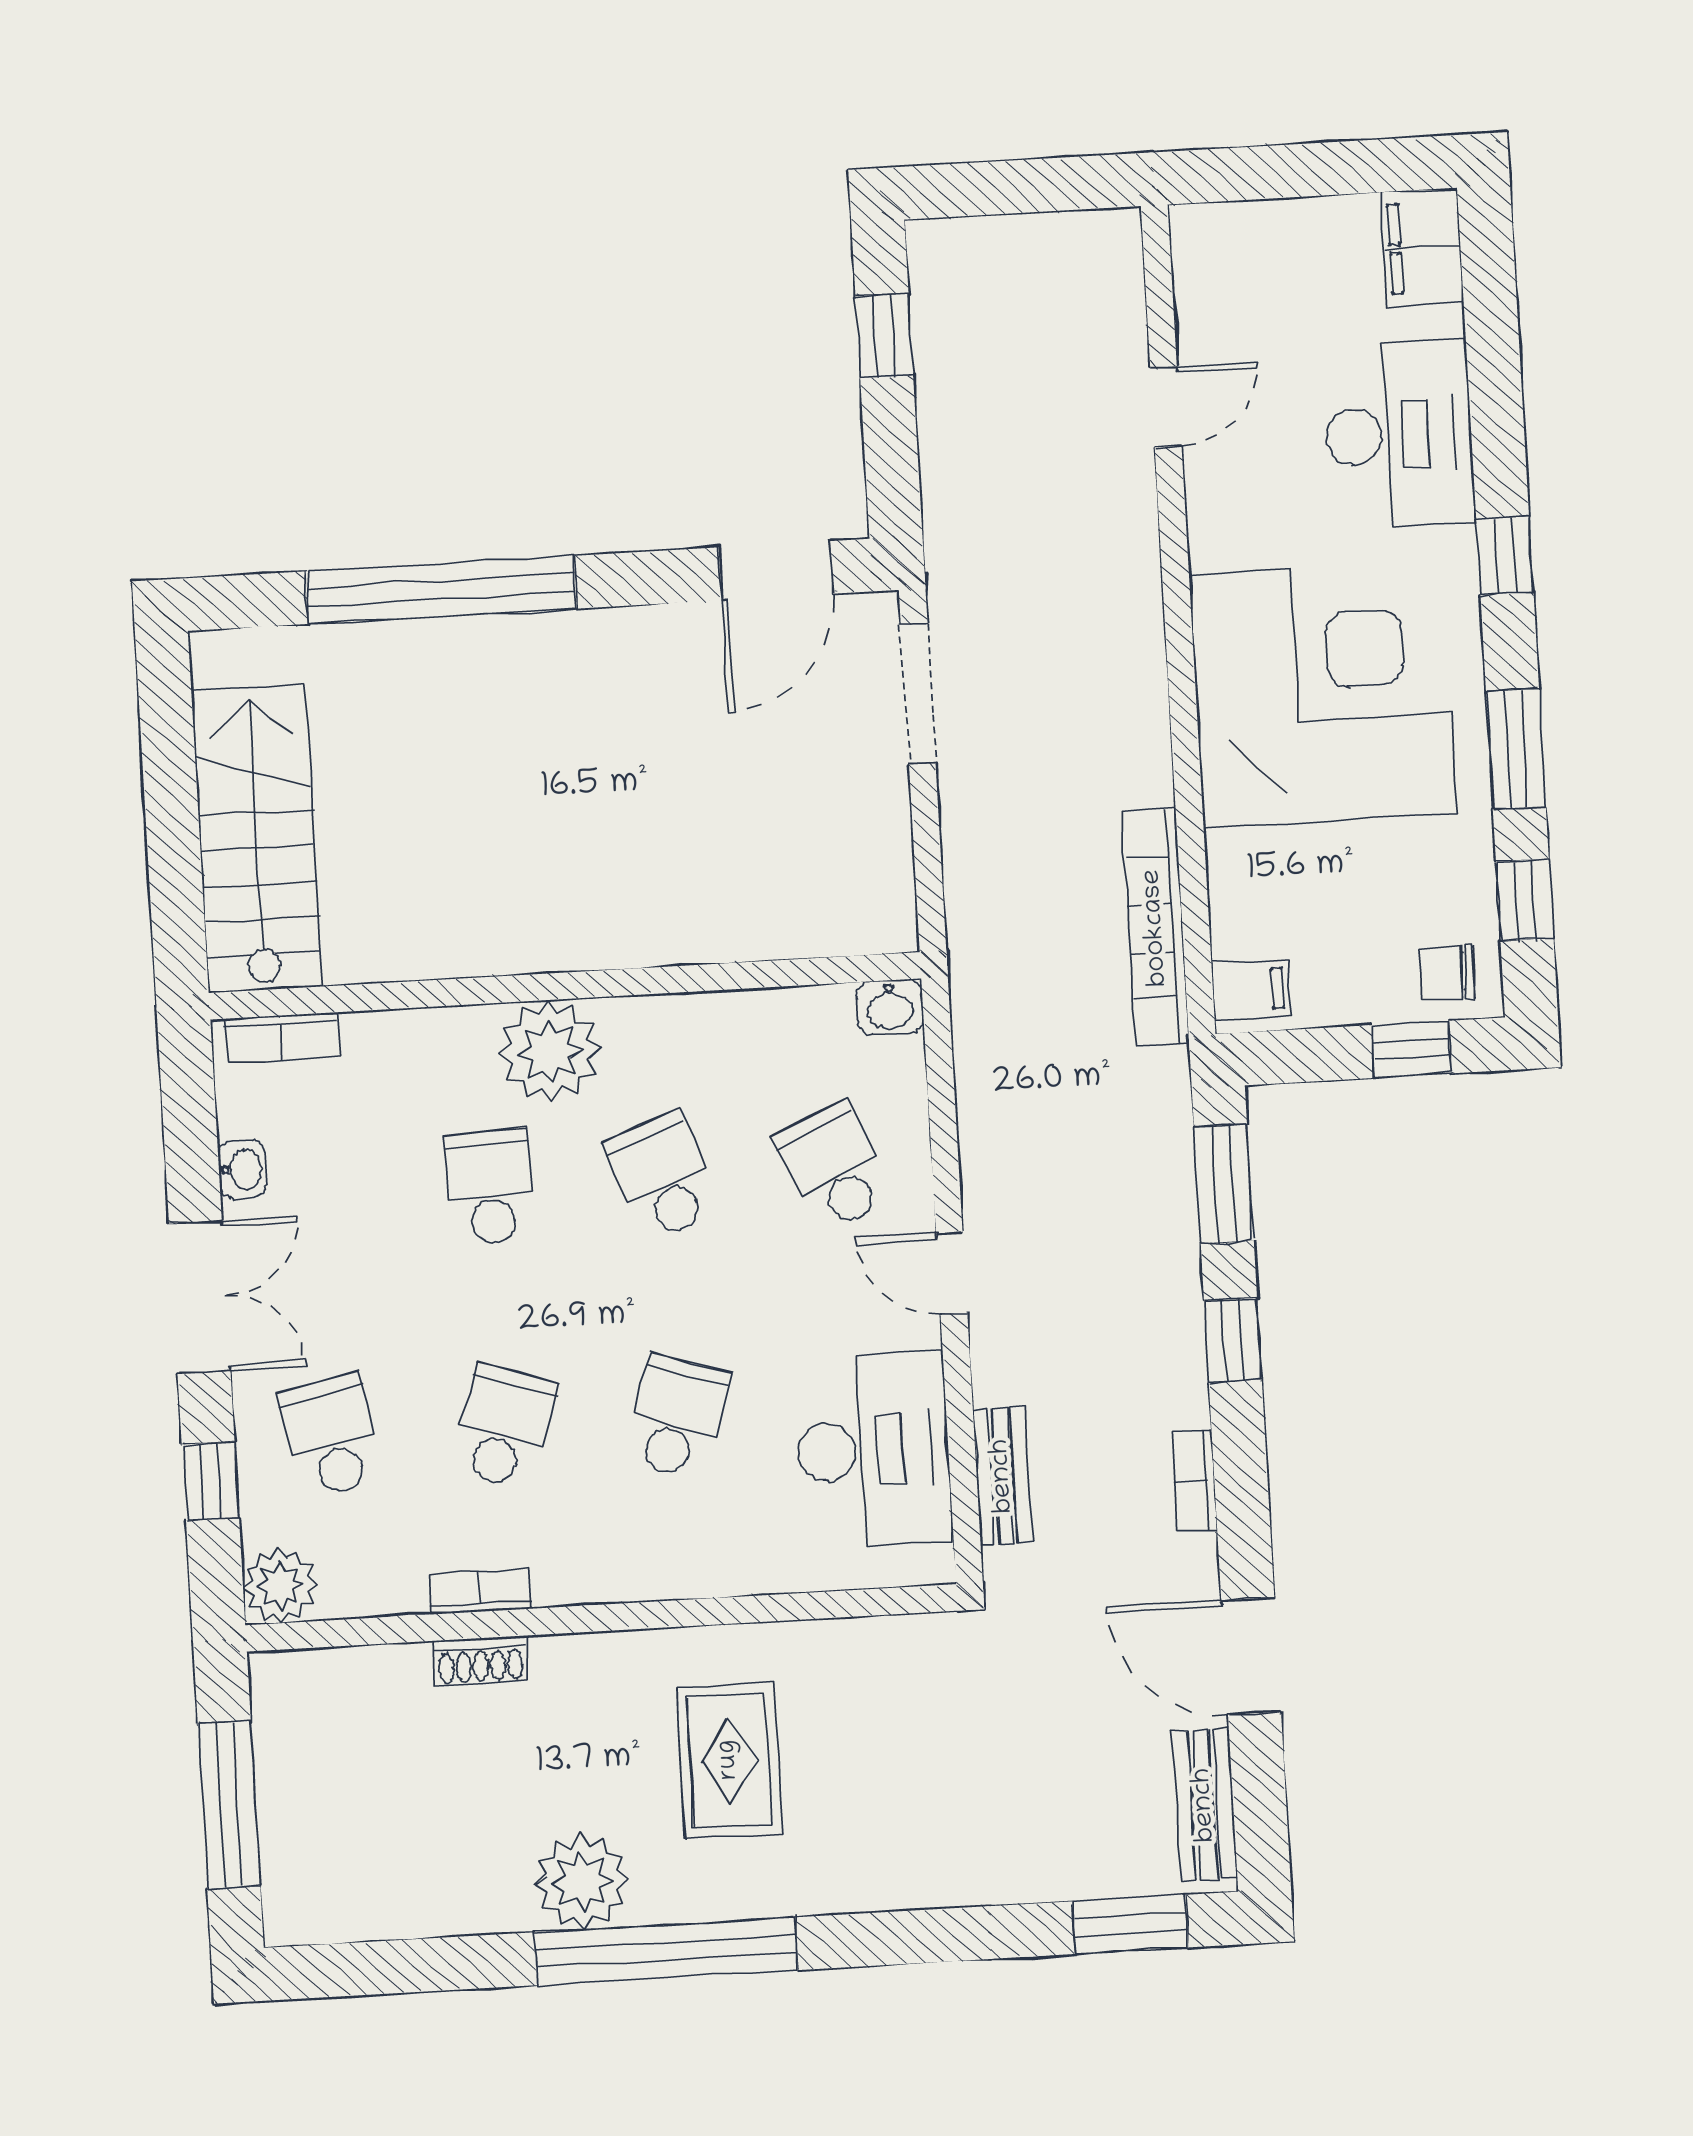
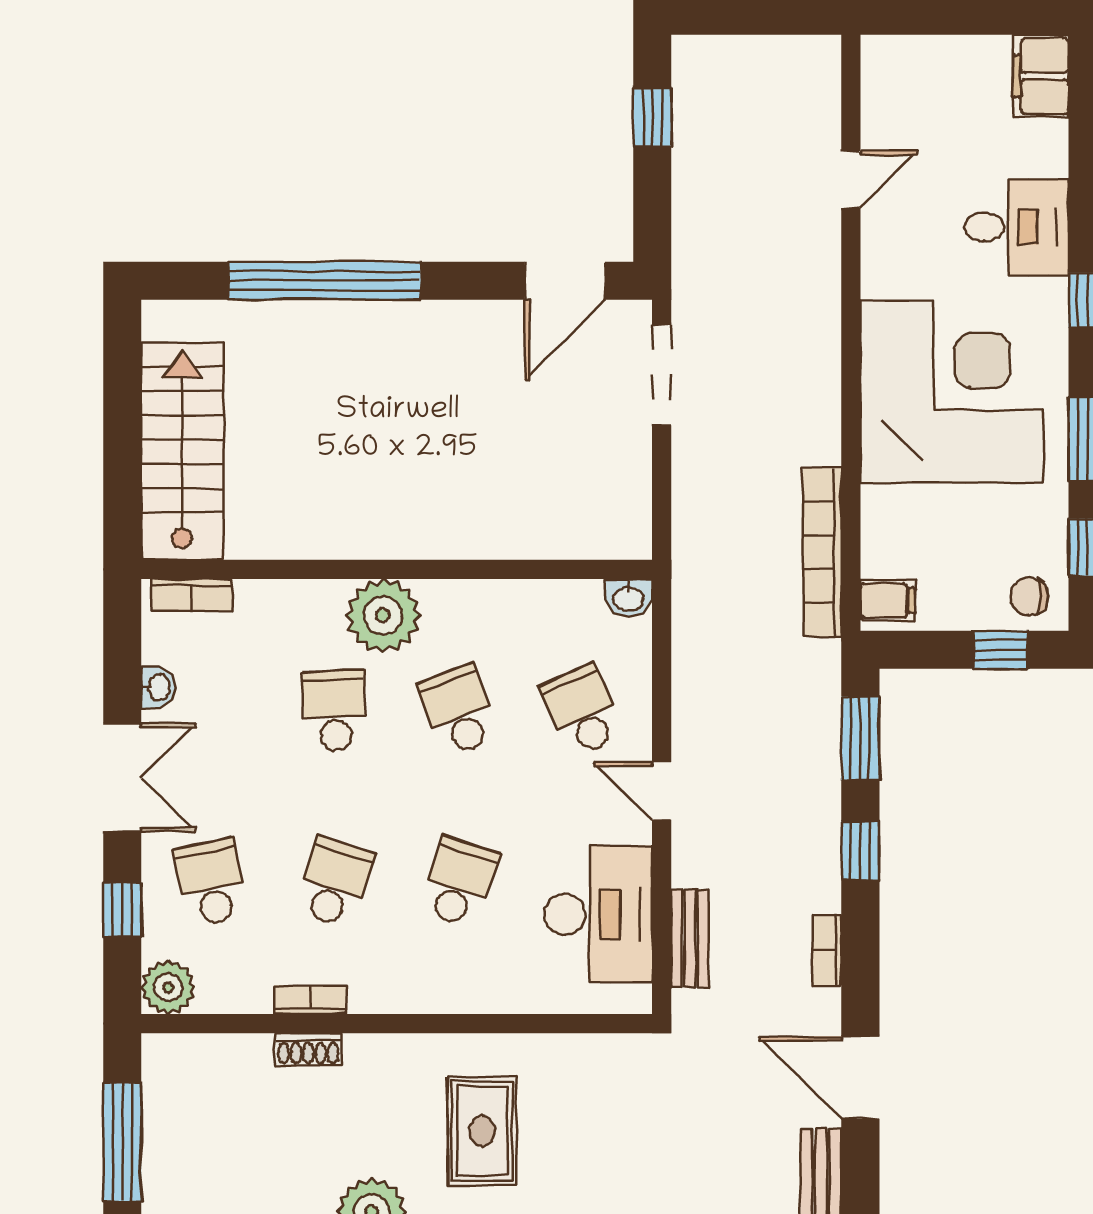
desk: (1399, 435) -> (1017, 227), width x0.73

